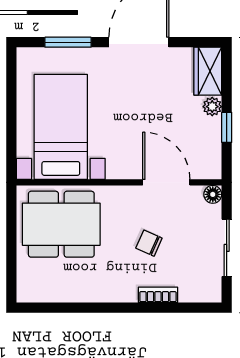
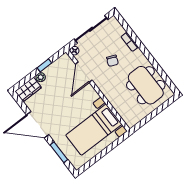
dining table: (61, 224) -> (146, 85), moved
sliding door: (227, 248) -> (91, 29), width x1.37

